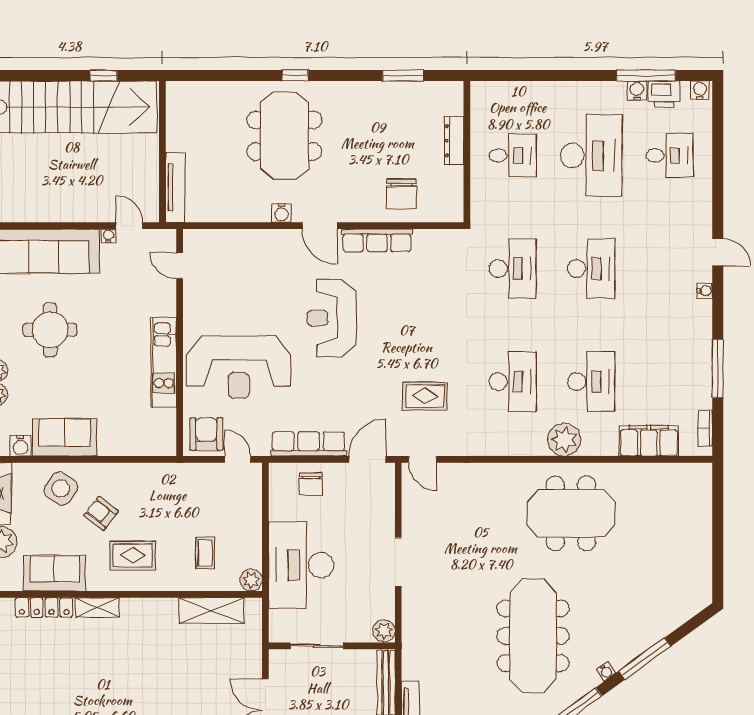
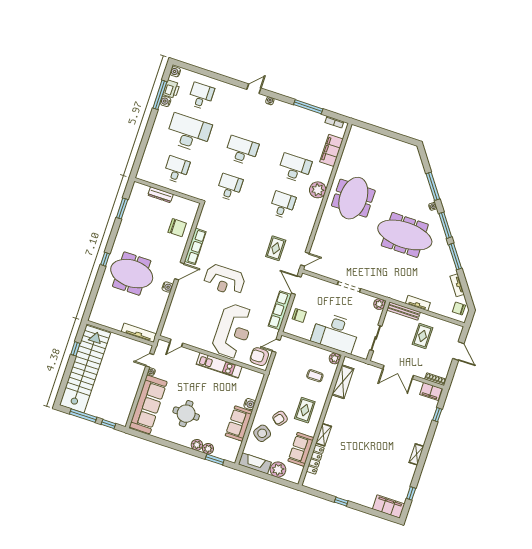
desk: (513, 269) -> (230, 187), width x0.73
desk: (513, 382) -> (282, 205), width x0.73
water cooler: (20, 446) -> (250, 404), moved

